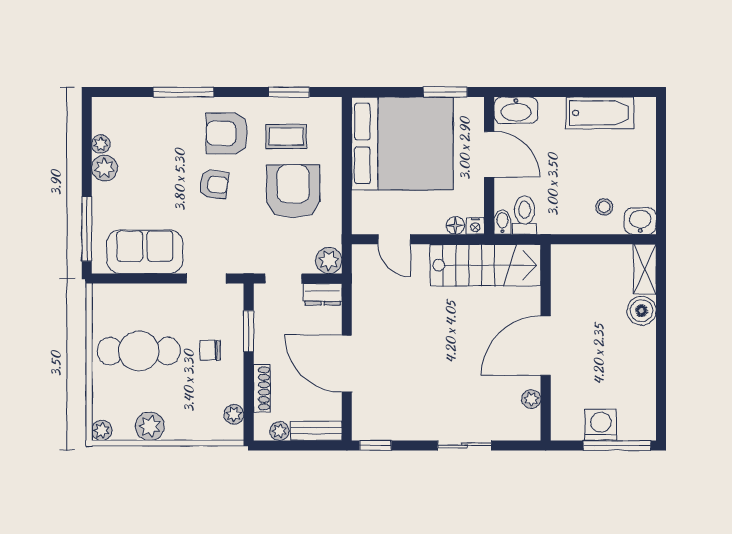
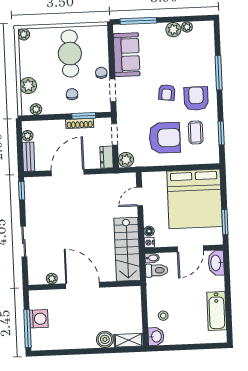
chair: (175, 297) -> (101, 73), added
shoe rack: (262, 388) -> (80, 123), moved
plant: (150, 426) -> (28, 86), moved

